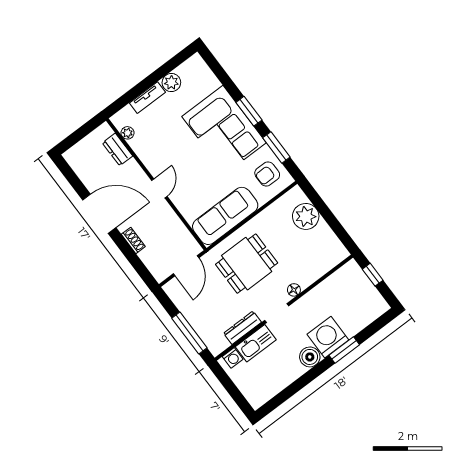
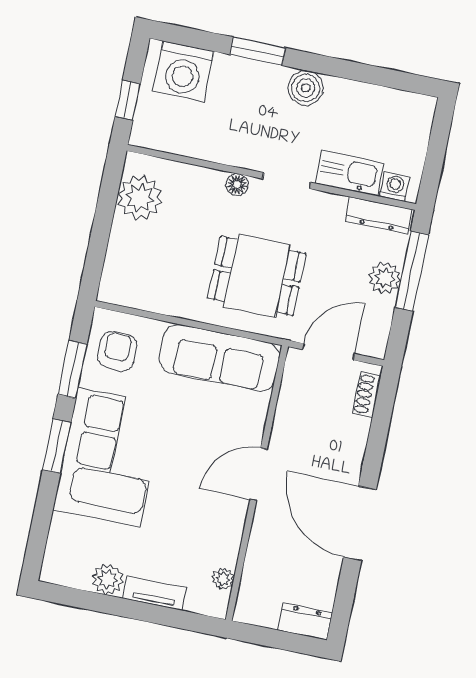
dresser: (117, 149) -> (305, 621), moved, turned -90
armchair: (267, 174) -> (117, 351), turned -90
door: (159, 188) -> (259, 474), width x1.38
plant: (306, 216) -> (140, 198), moved
shoe rack: (133, 240) -> (367, 395), moved
plant: (197, 319) -> (385, 278), added
dresser: (242, 328) -> (379, 215), moved
washing machine: (328, 337) -> (184, 71), moved

